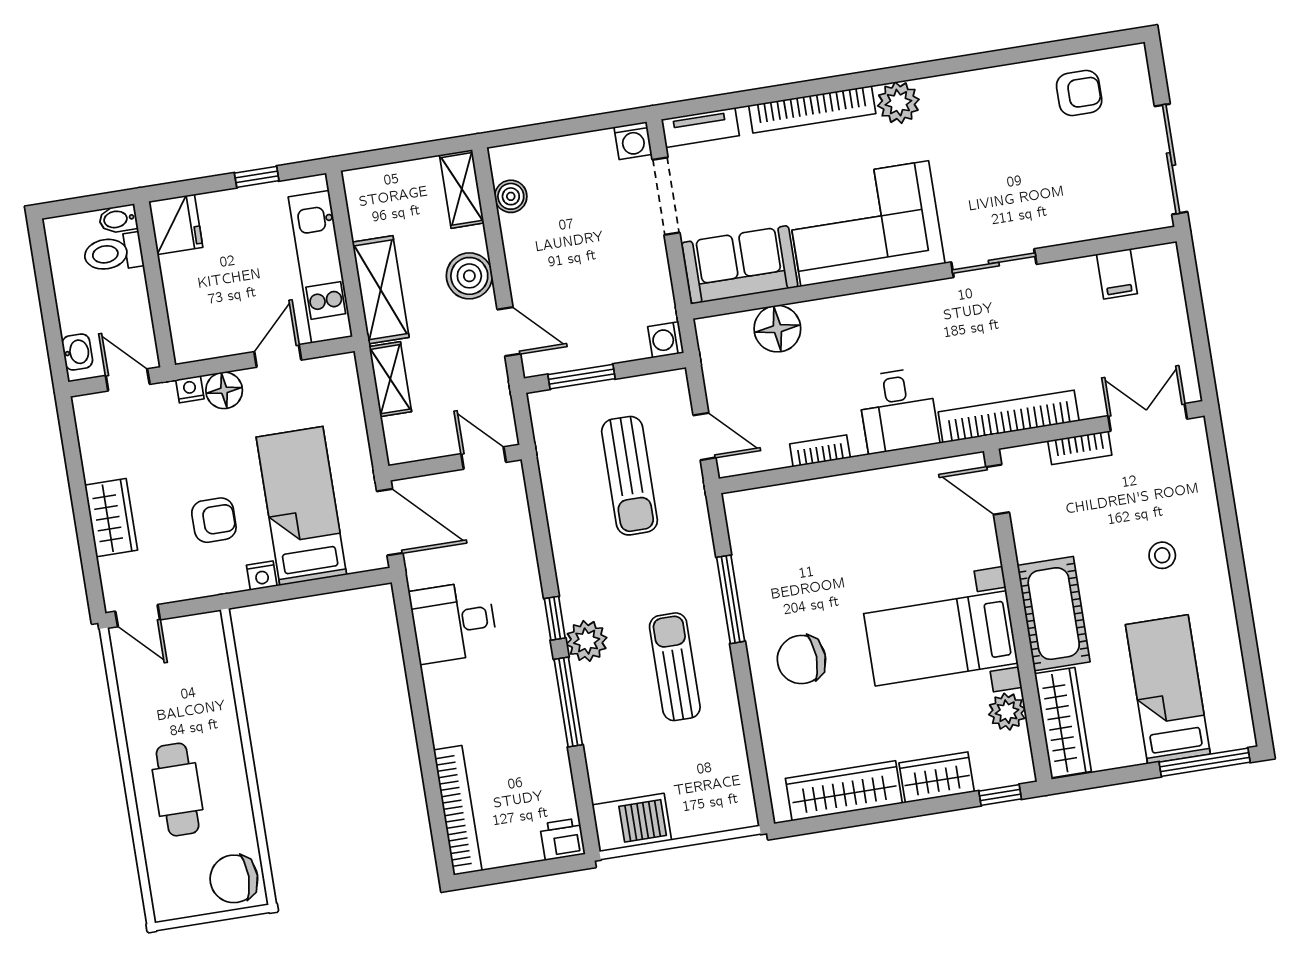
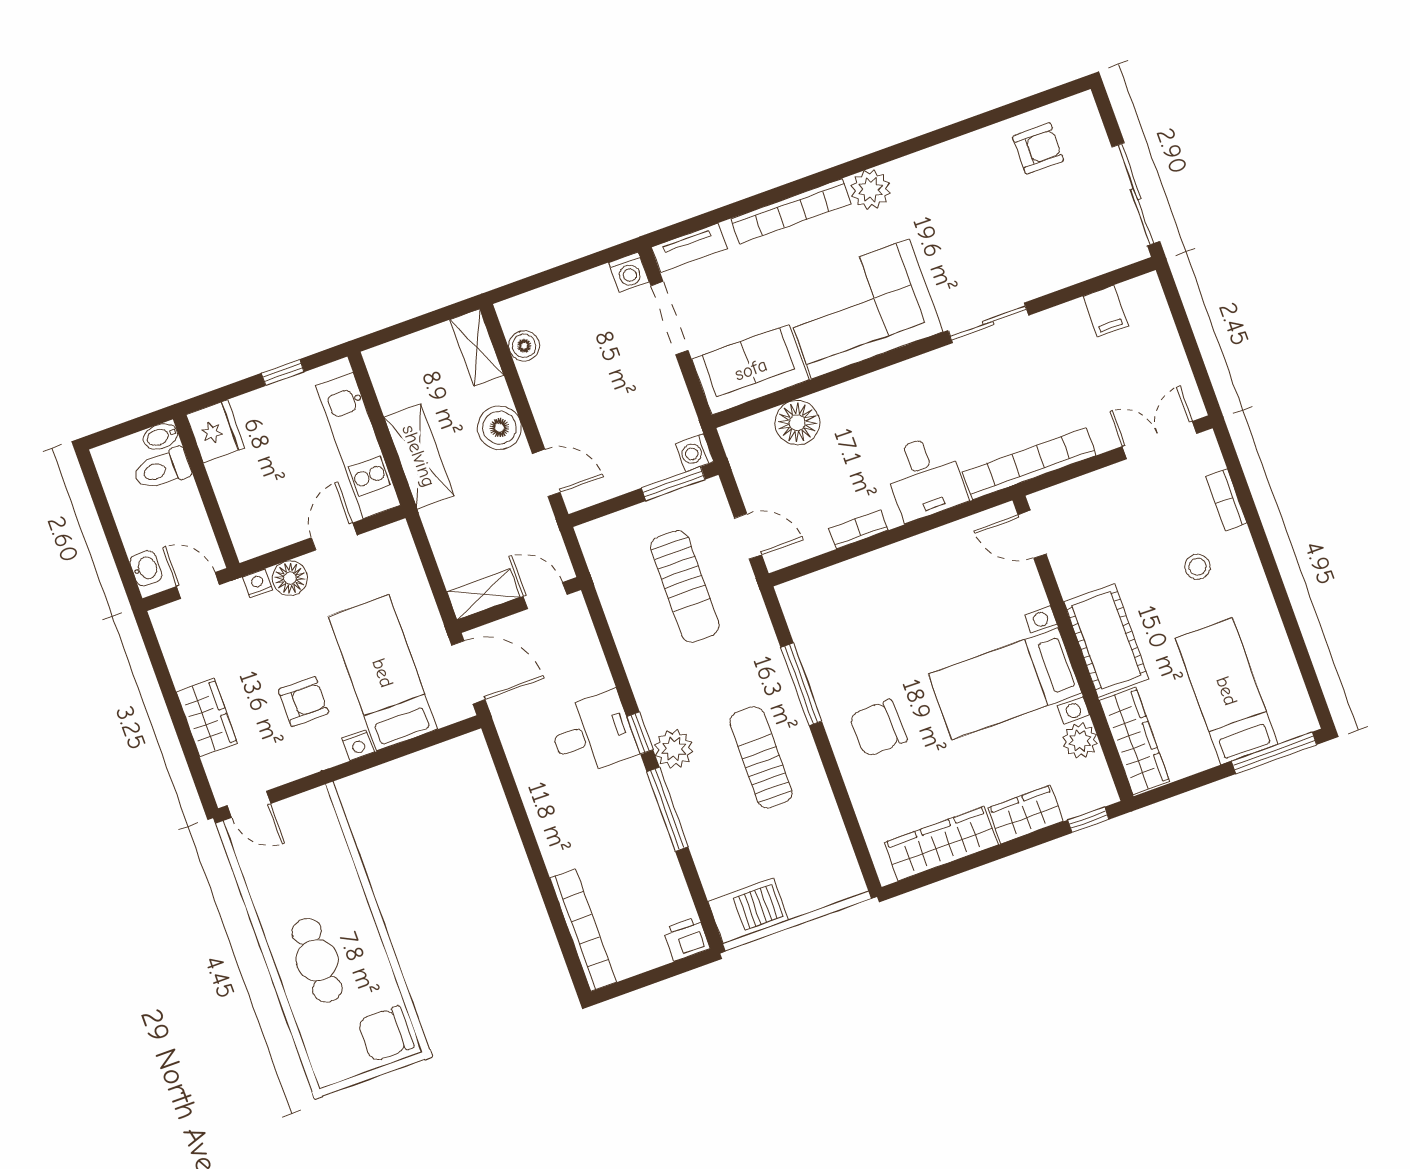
window: (581, 377) -> (673, 484), moved
shelving: (390, 379) -> (484, 594), moved, turned 90
bookcase: (1080, 448) -> (1226, 500), moved, turned 90
desk: (453, 622) -> (592, 734), moved, turned 180

